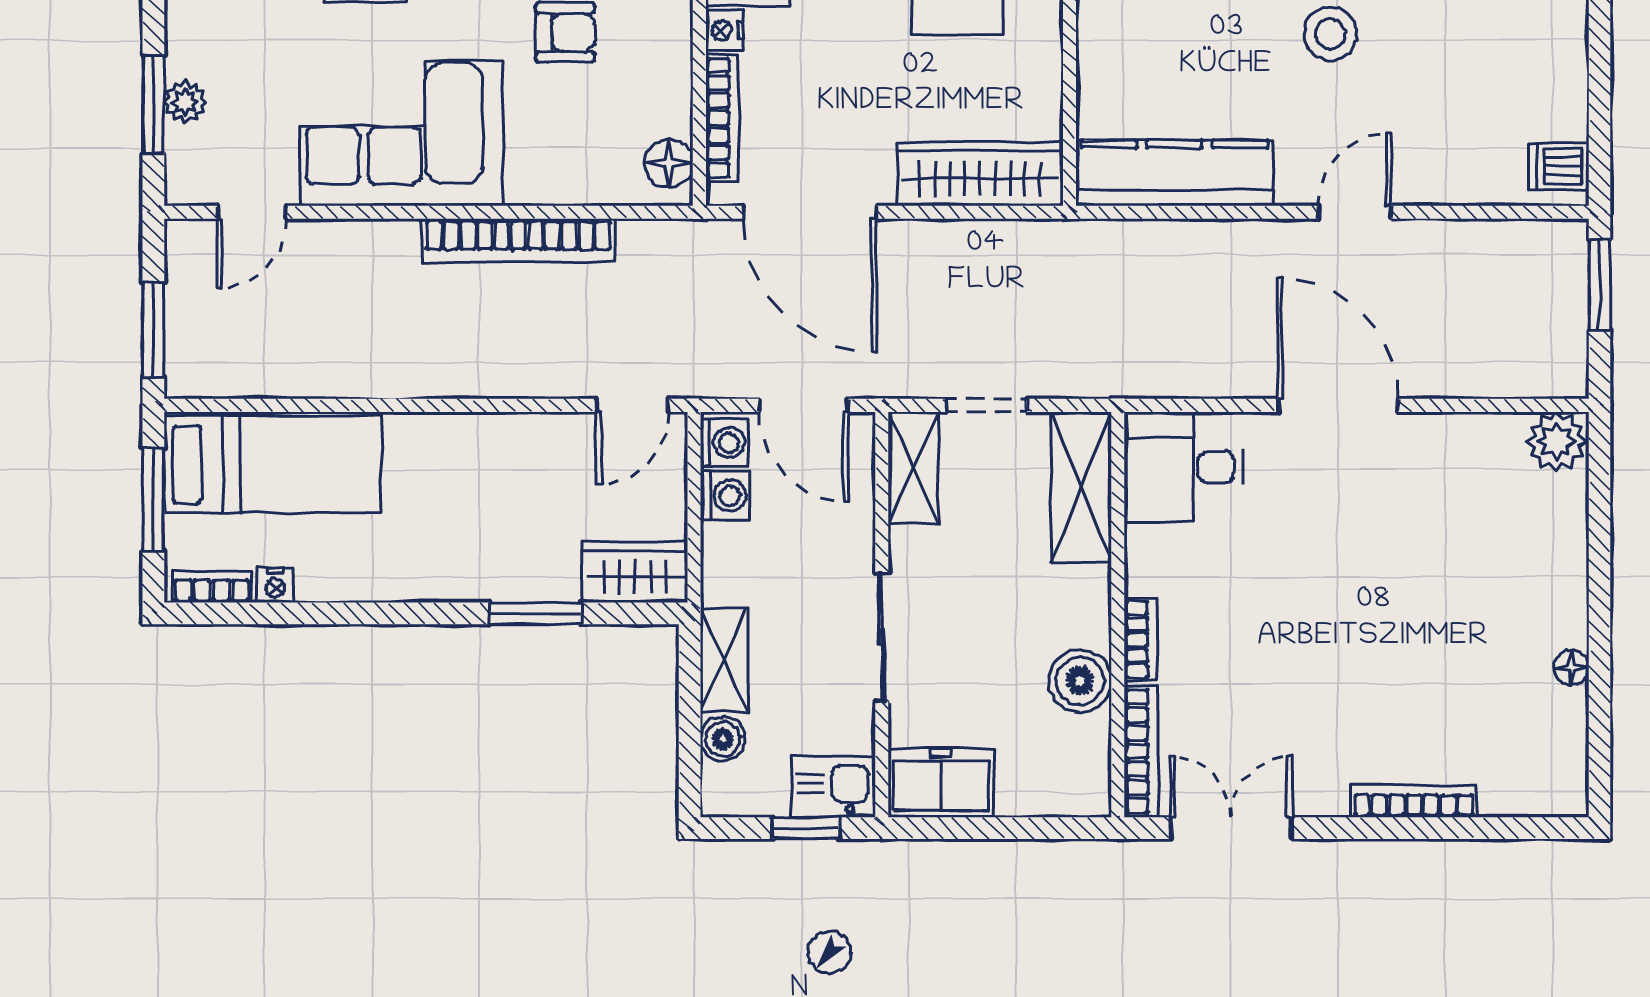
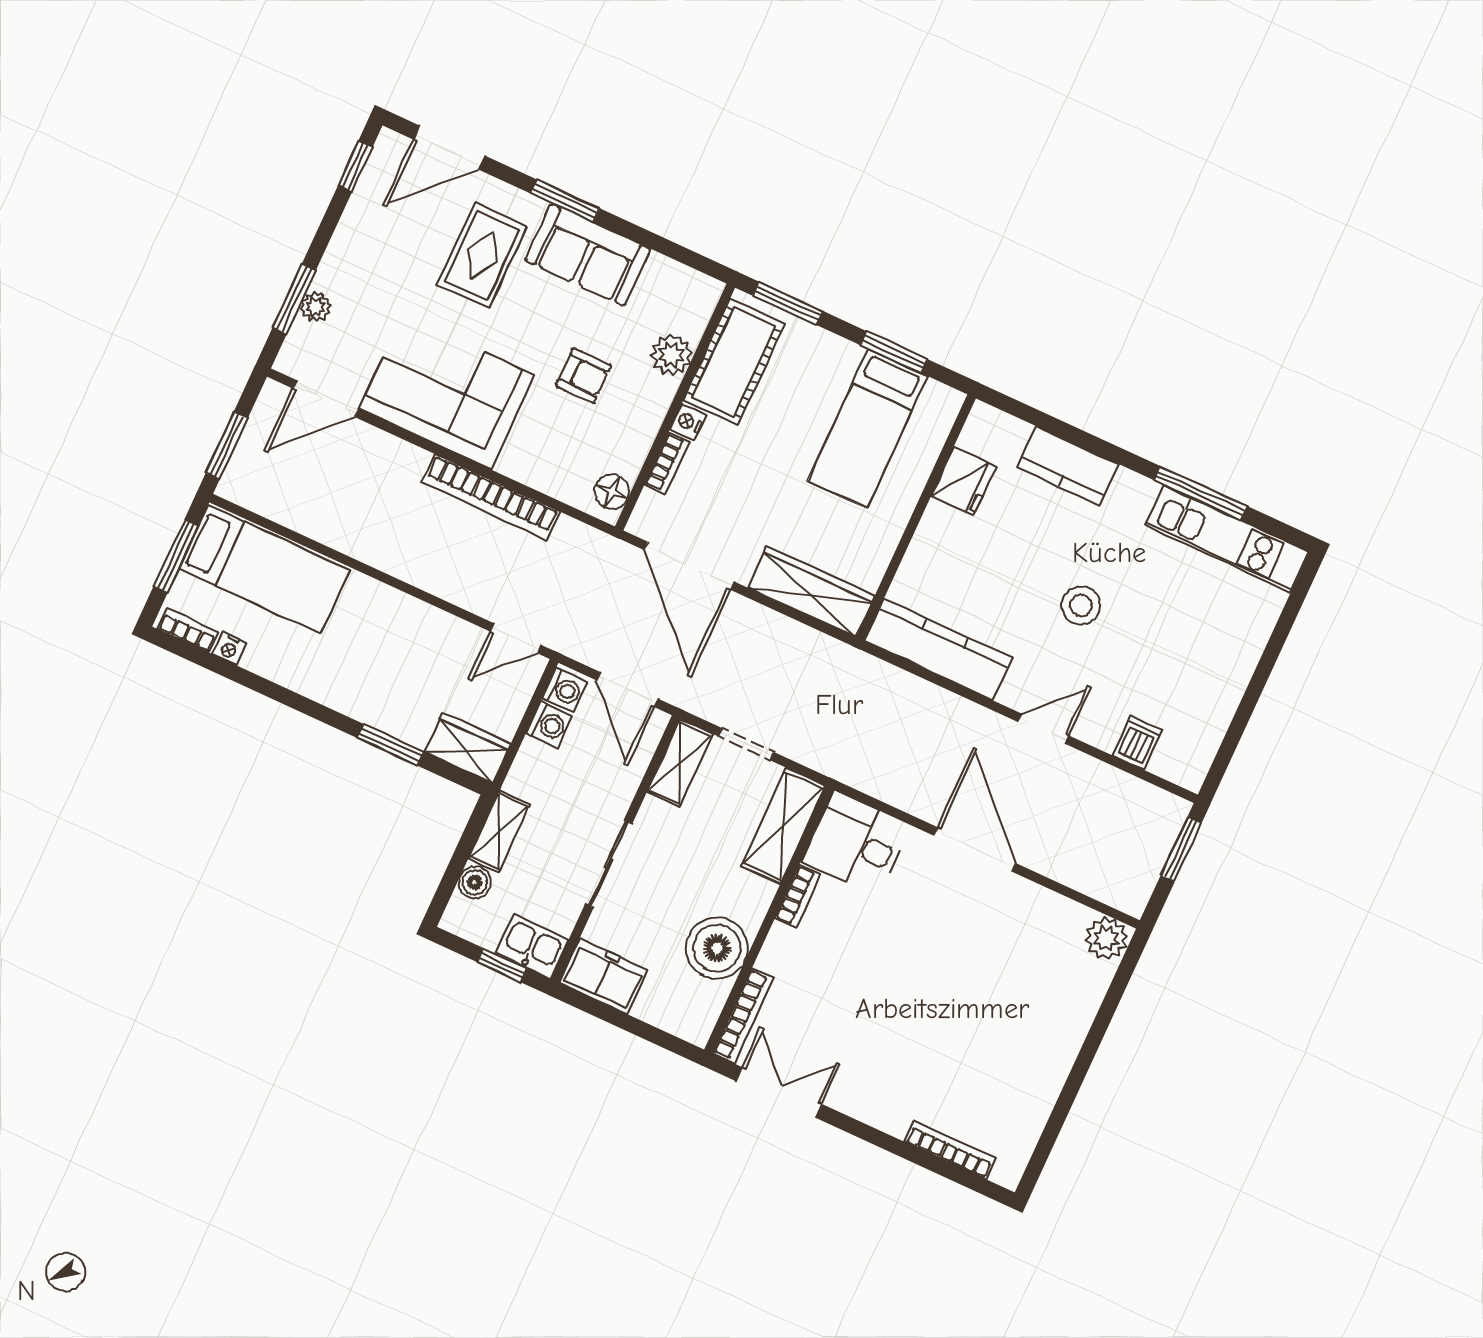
bookcase: (722, 118) -> (667, 463), width x0.64
dishwasher: (1558, 166) -> (1137, 743), moved, turned 90
door: (252, 212) -> (326, 399), width x1.37
bookcase: (1141, 640) -> (798, 896), moved
floor lamp: (1571, 668) -> (1048, 1090), removed
boiler: (1080, 681) -> (717, 948), width x1.37, depth x1.37
bookcase: (1414, 801) -> (950, 1150), moved

